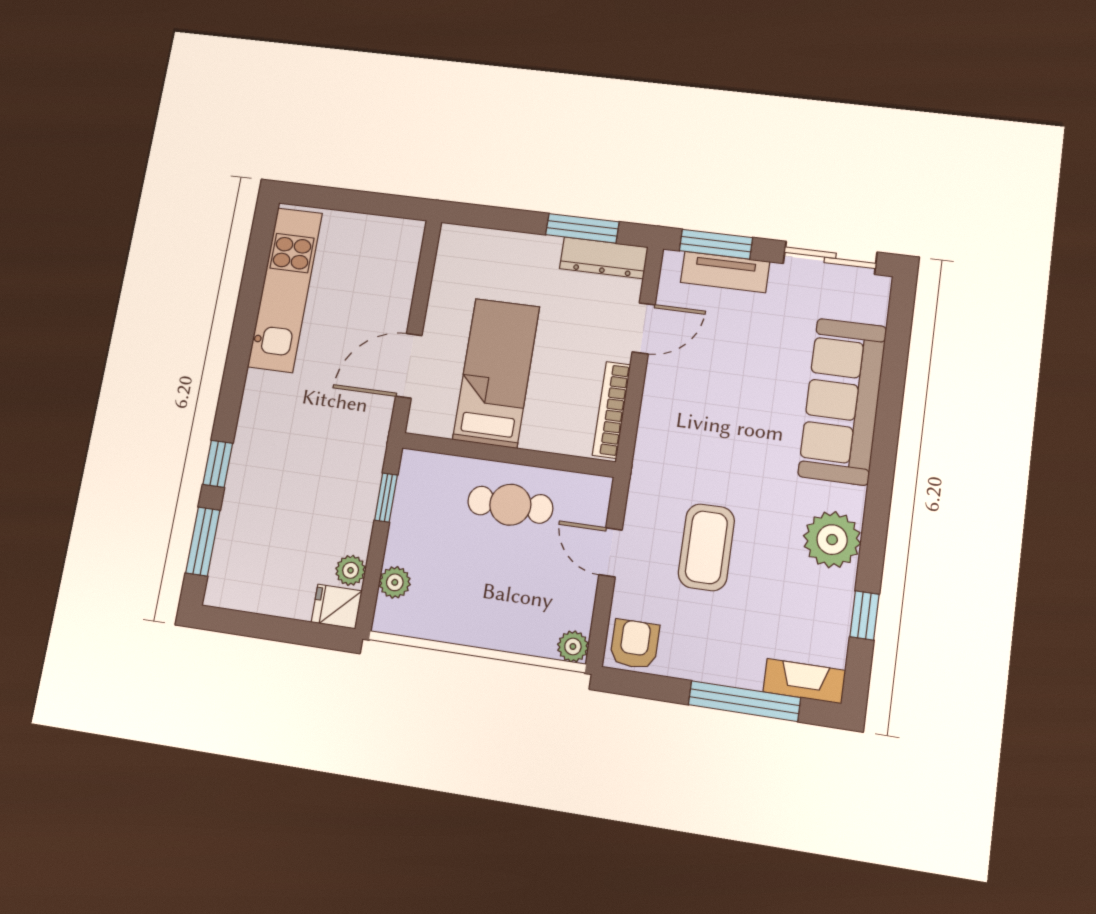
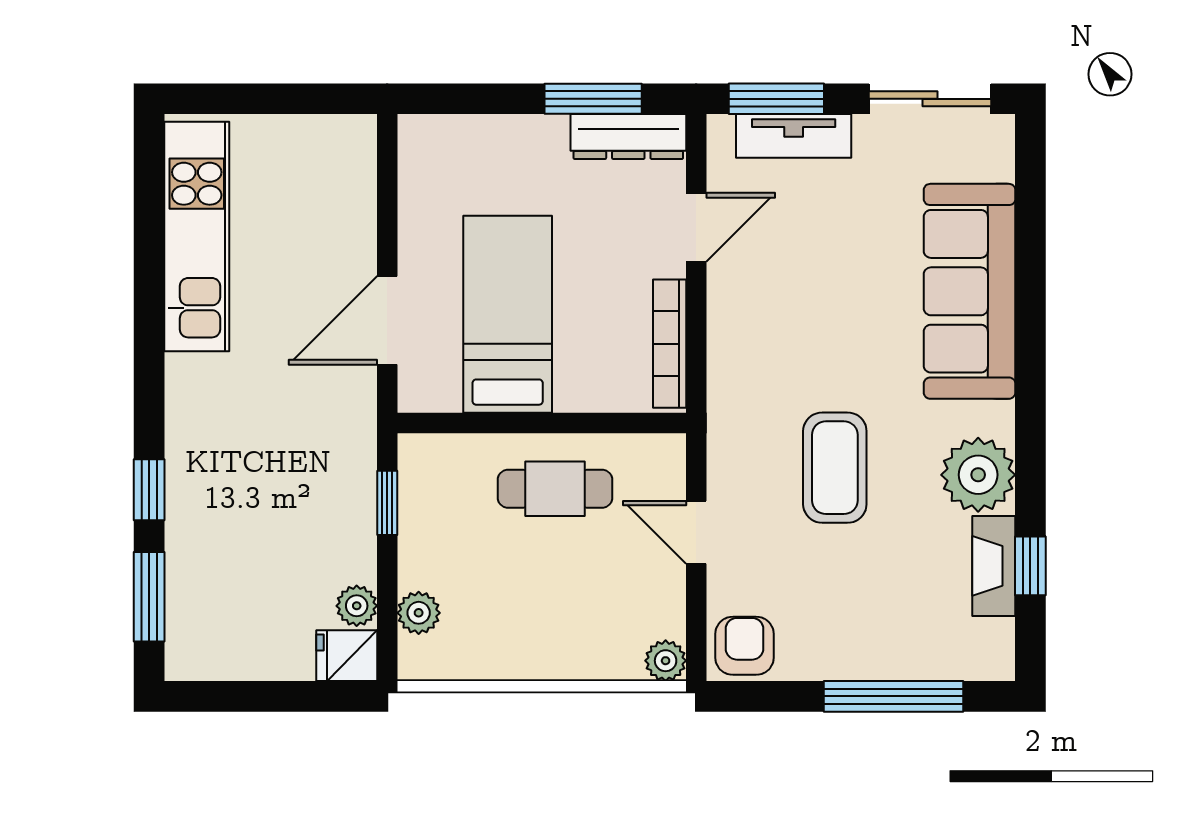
coffee table: (706, 547) -> (835, 468), moved
fireplace: (804, 681) -> (994, 566), moved, turned -90

